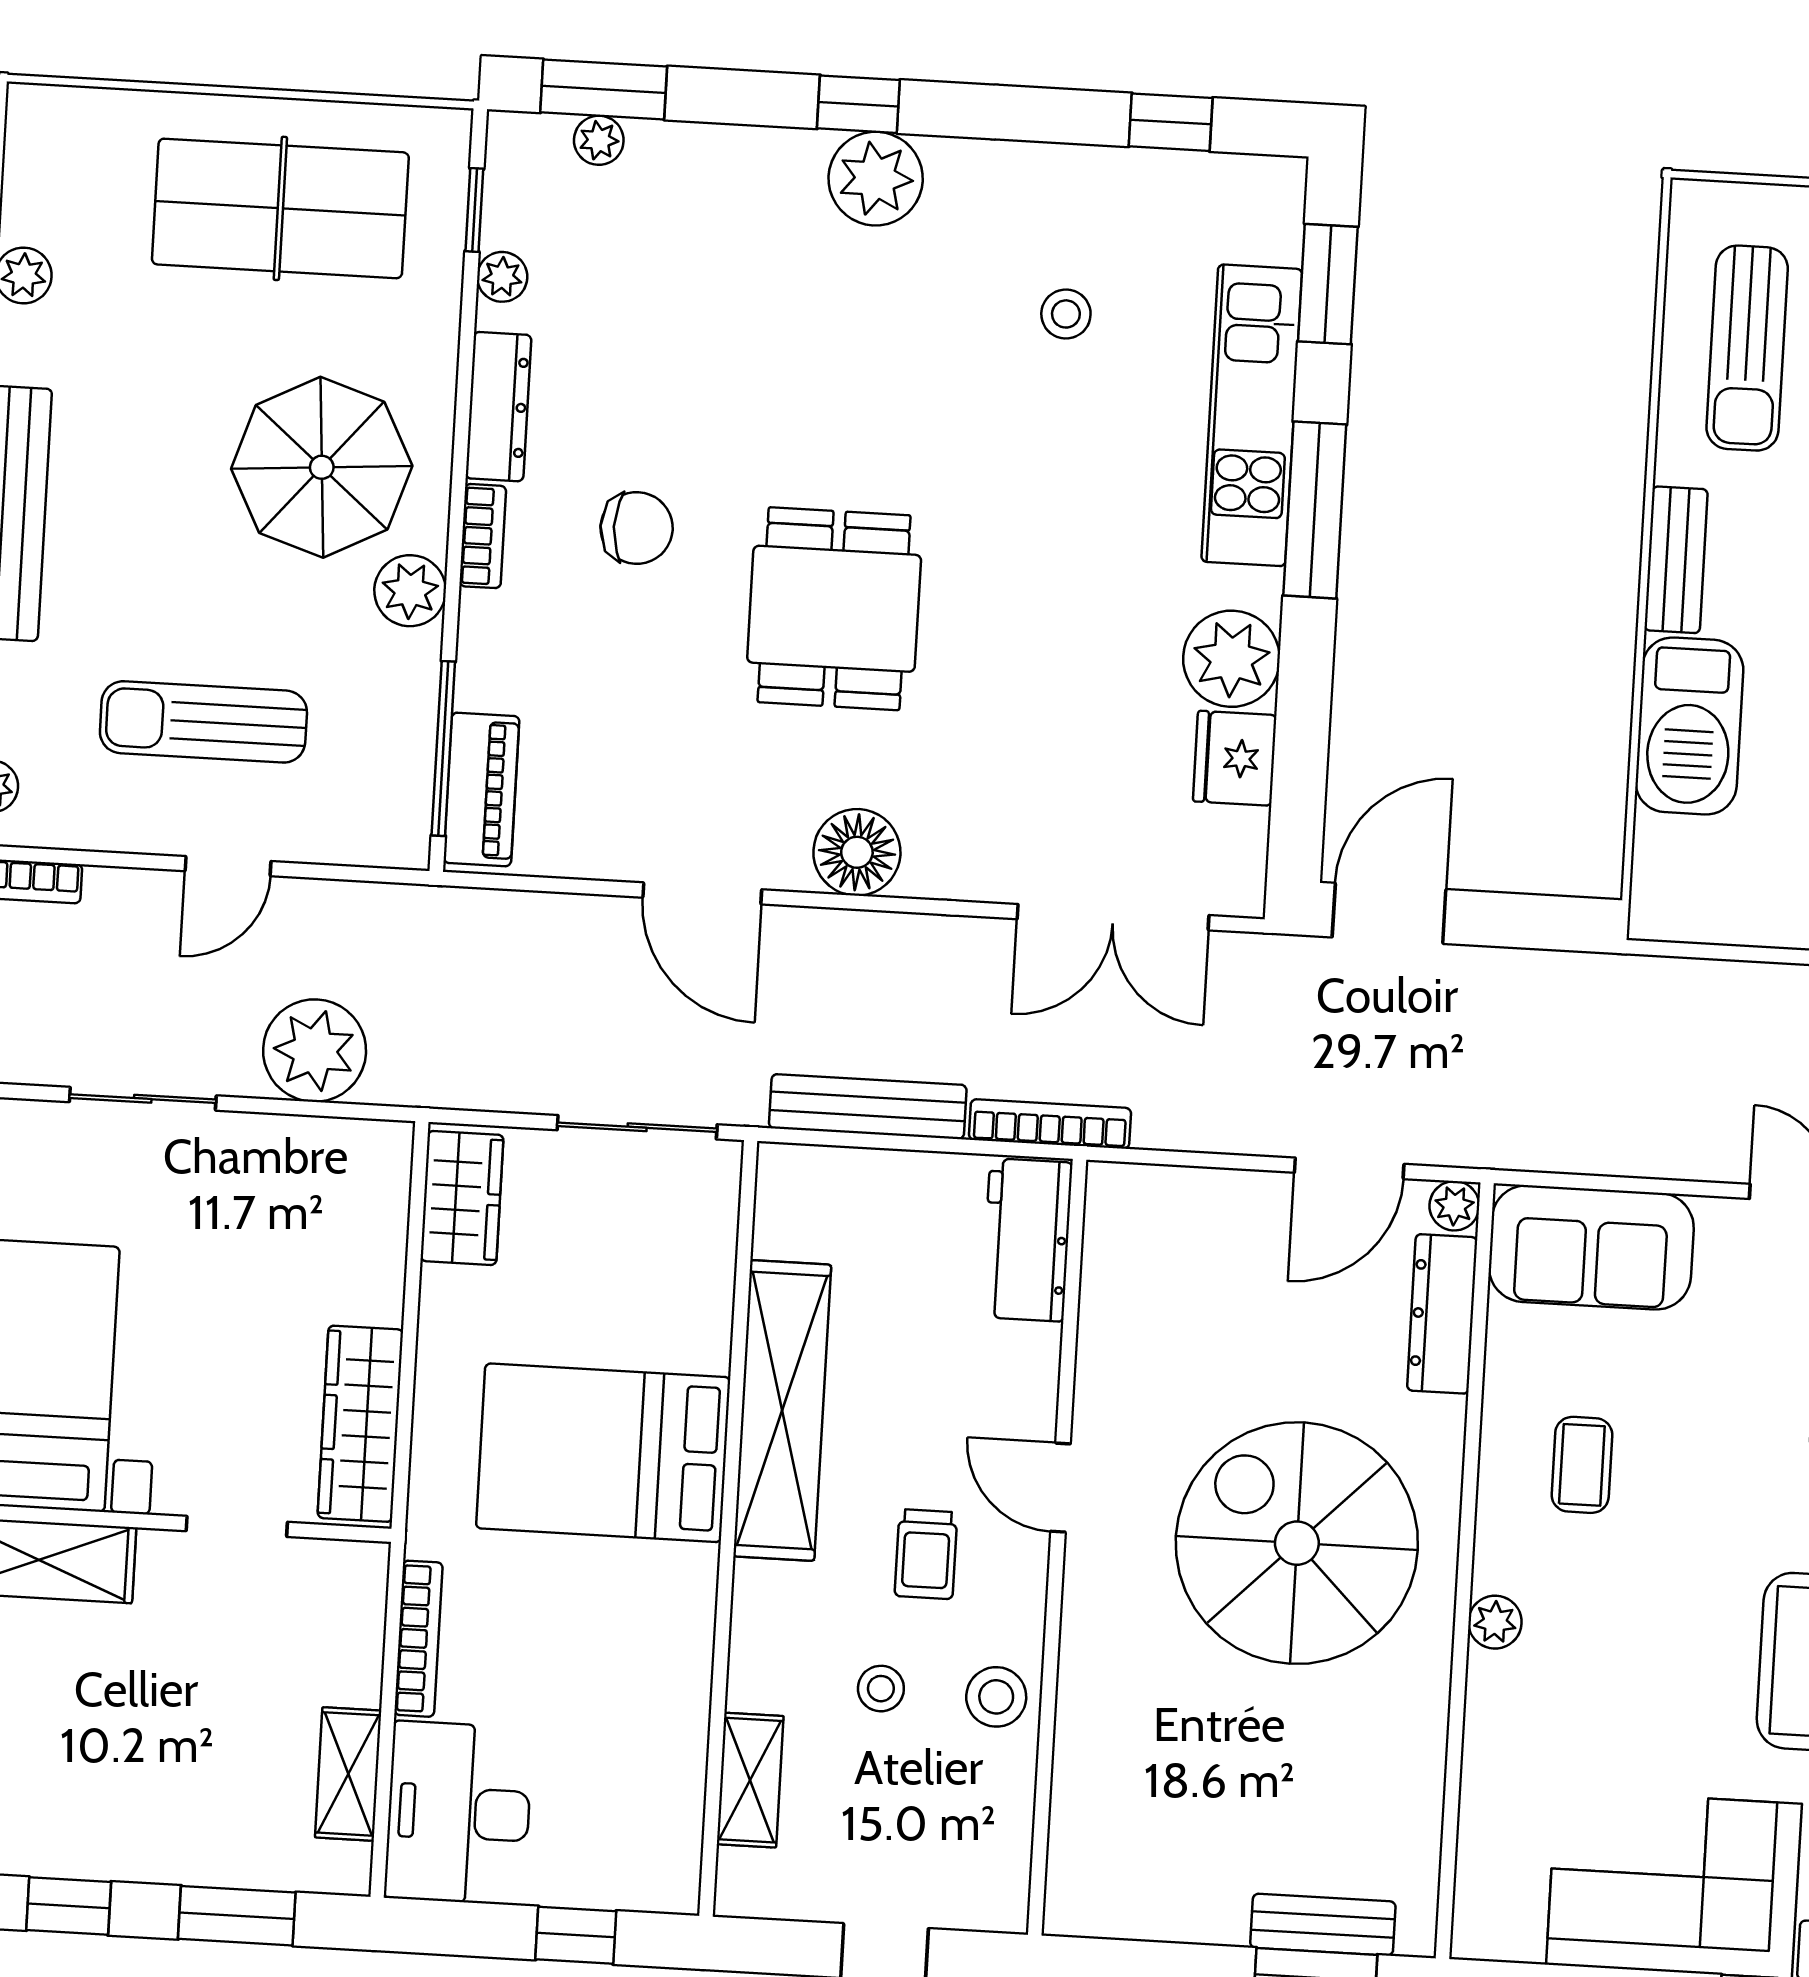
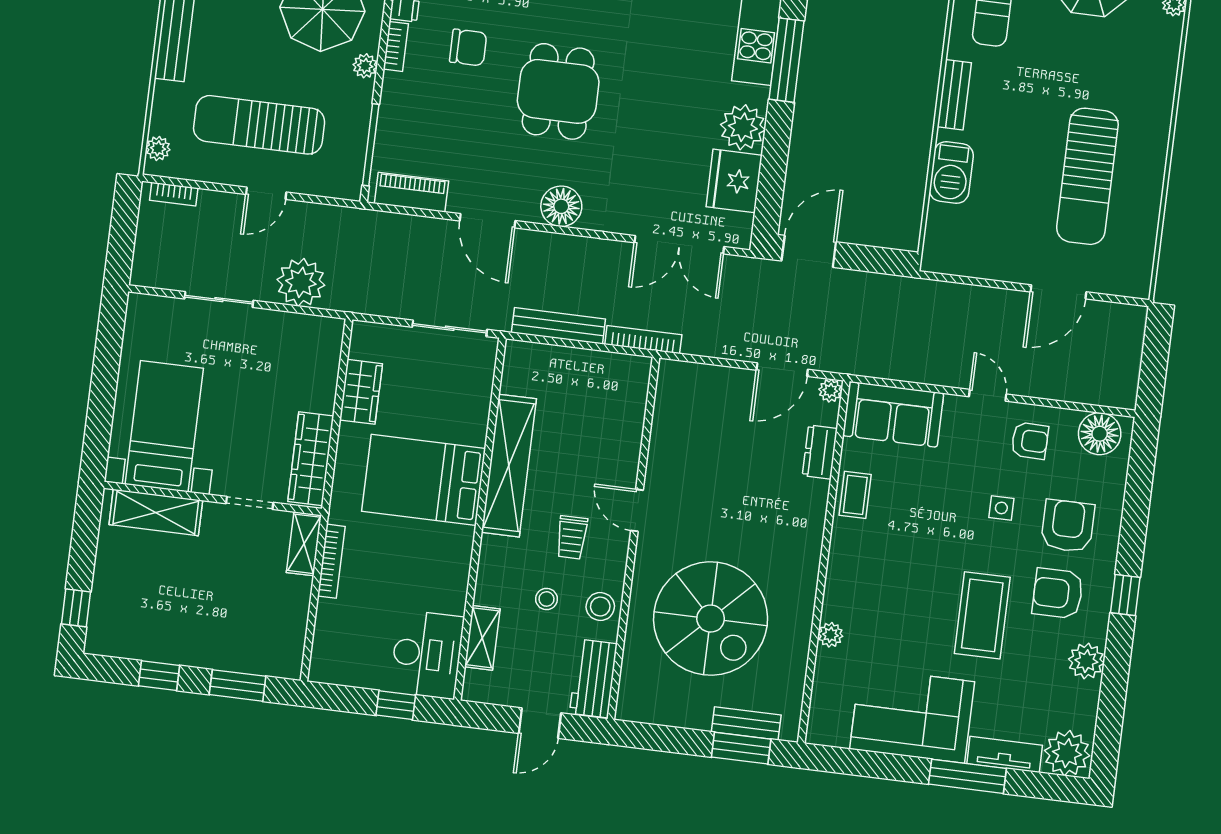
plant: (410, 591) -> (365, 66), width x0.73, depth x0.73
sun lounger: (203, 722) -> (259, 125), width x1.36, depth x1.34
barbecue: (1689, 726) -> (951, 172), width x0.73, depth x0.83
fridge: (1235, 758) -> (734, 181), width x1.36, depth x1.34
piano: (481, 789) -> (411, 192), moved, turned -90
wardrobe: (462, 1198) -> (361, 392), moved
workbench: (1027, 1240) -> (593, 679), moved
dresser: (1442, 1314) -> (820, 452), width x0.70
coffee table: (1582, 1465) -> (855, 495), moved
spiral stairs: (1297, 1543) -> (711, 619), moved, turned 180
plant: (1495, 1622) -> (830, 635), moved
shelving: (348, 1774) -> (304, 544), moved
desk: (459, 1813) -> (427, 654), moved, turned 180

